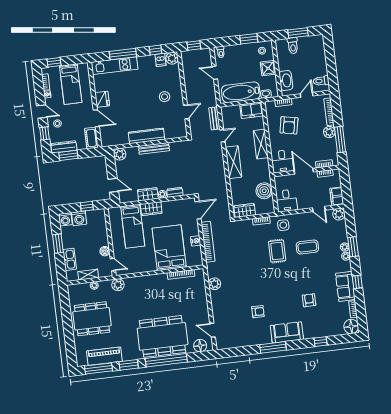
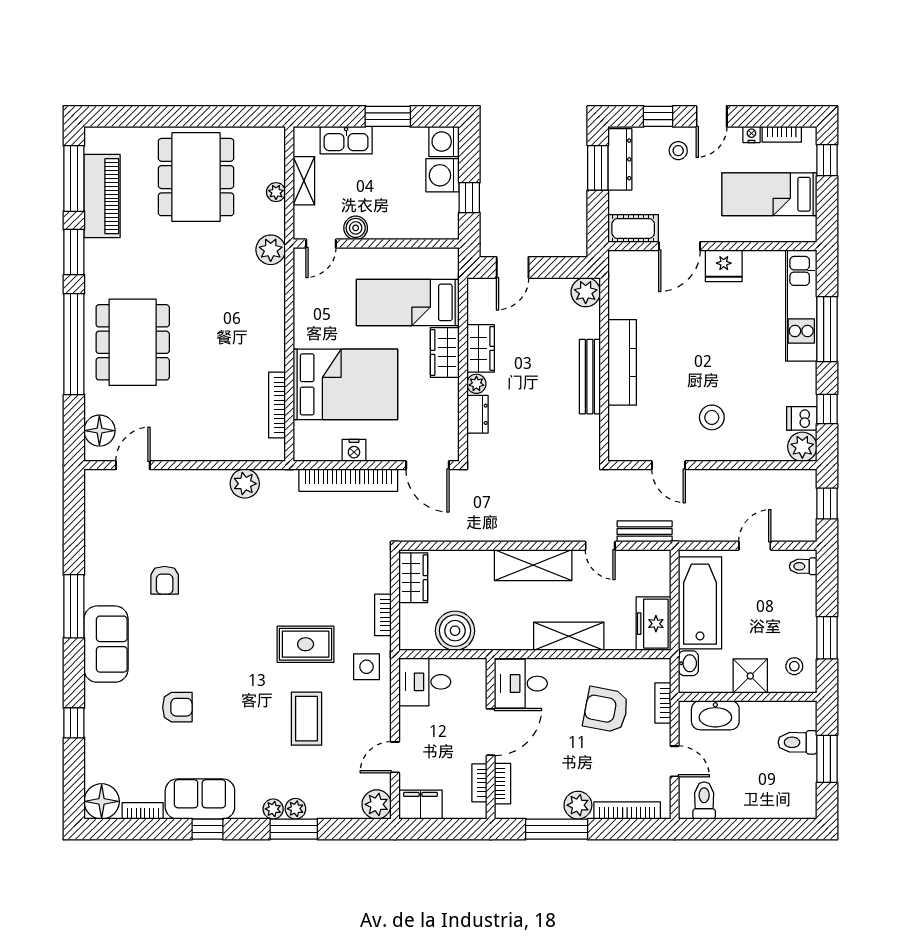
dining table: (163, 336) -> (133, 342), width x0.73, depth x0.80

